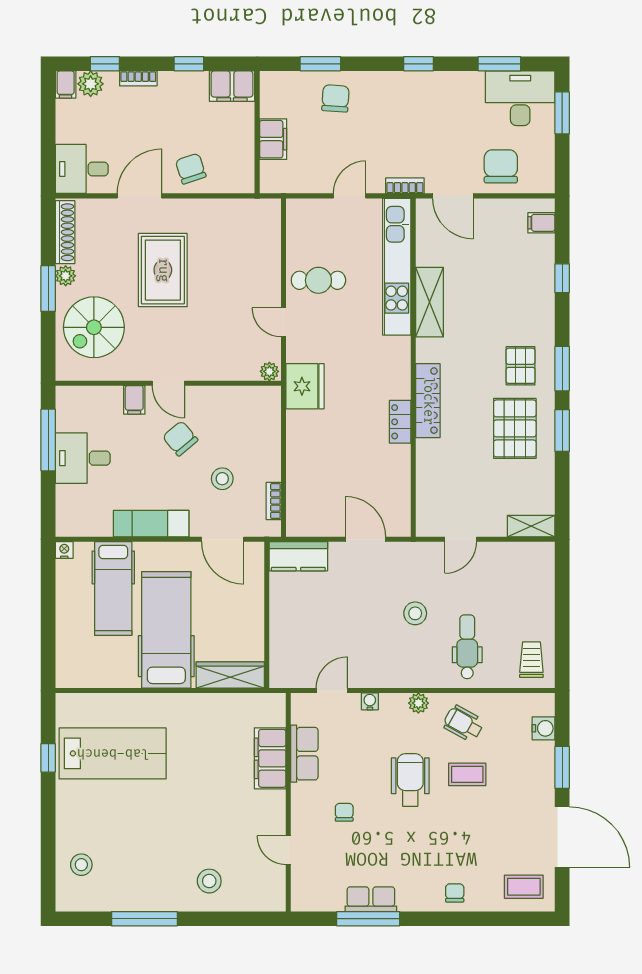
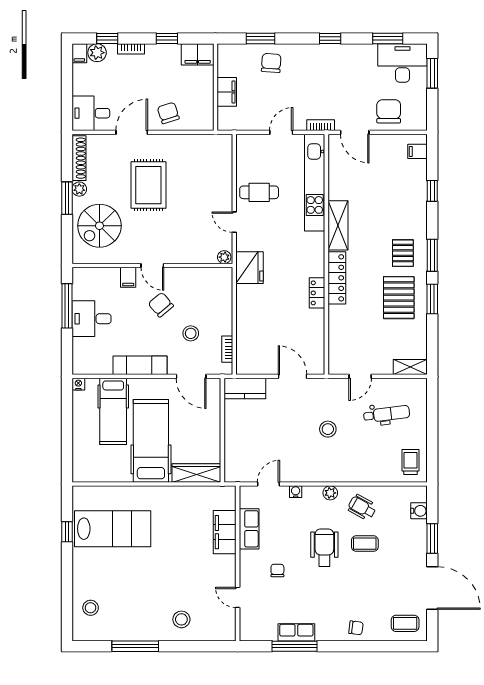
shelving: (430, 302) -> (338, 225), moved
dental chair: (467, 647) -> (387, 414), moved, turned 83
chair: (455, 893) -> (356, 628), turned 97

